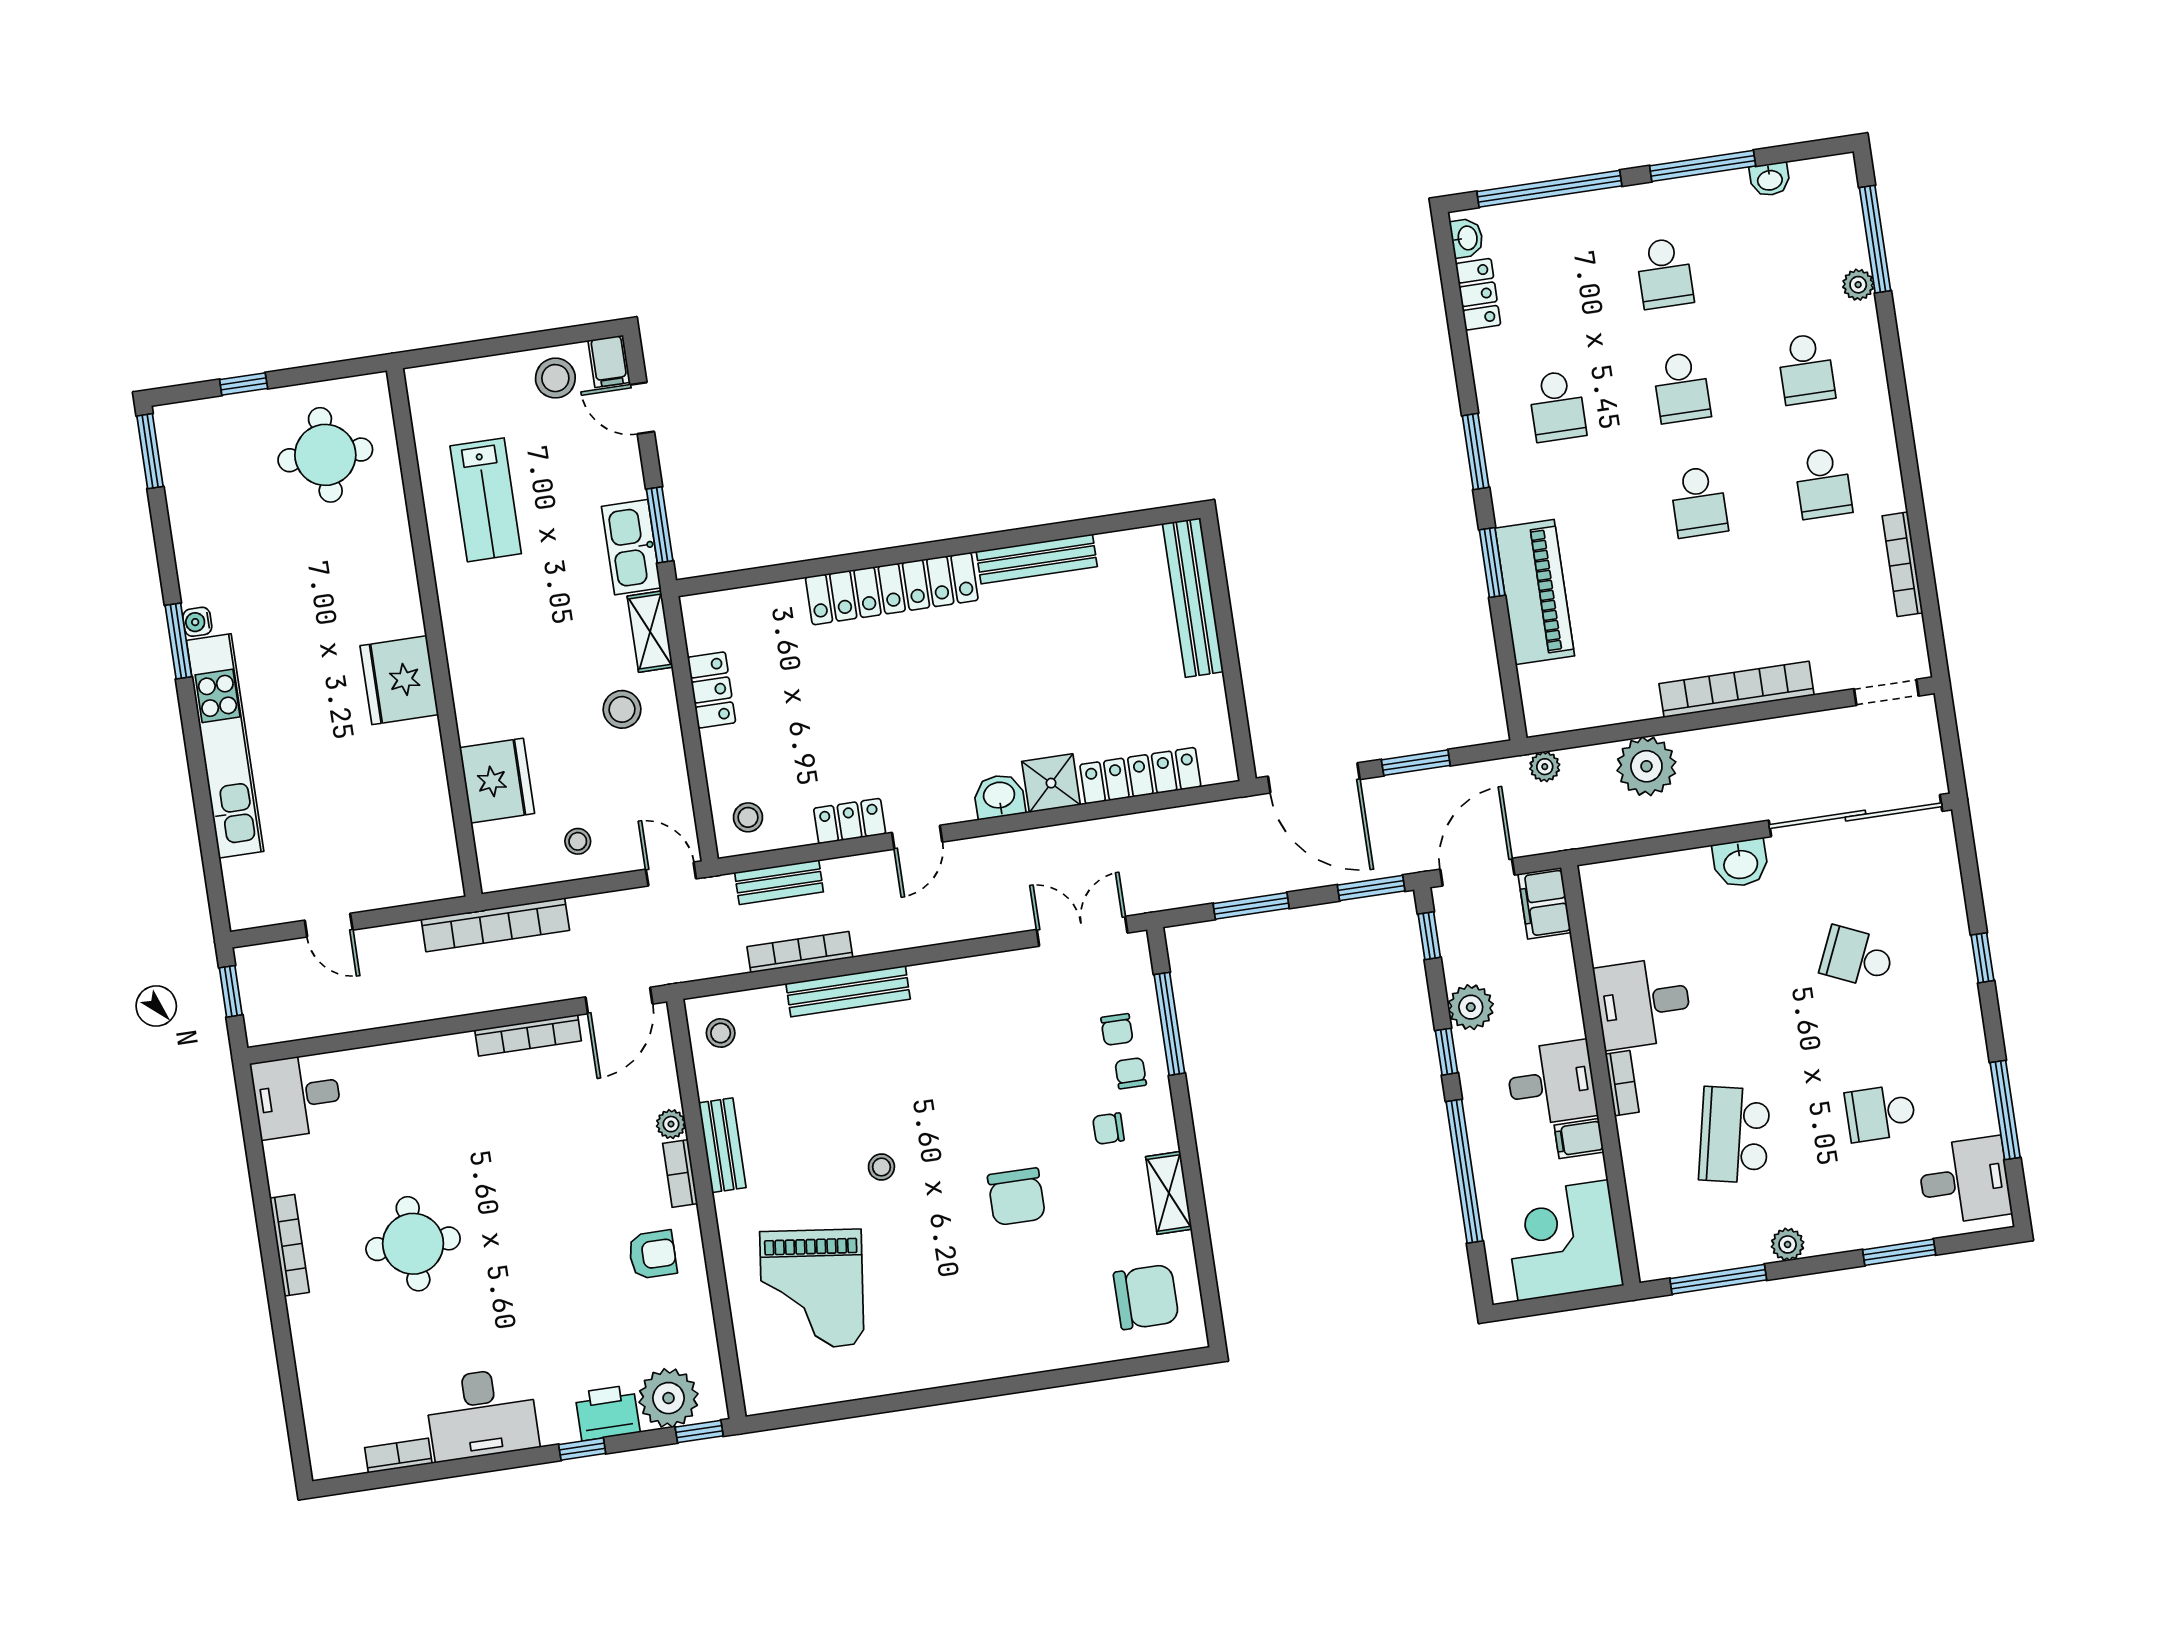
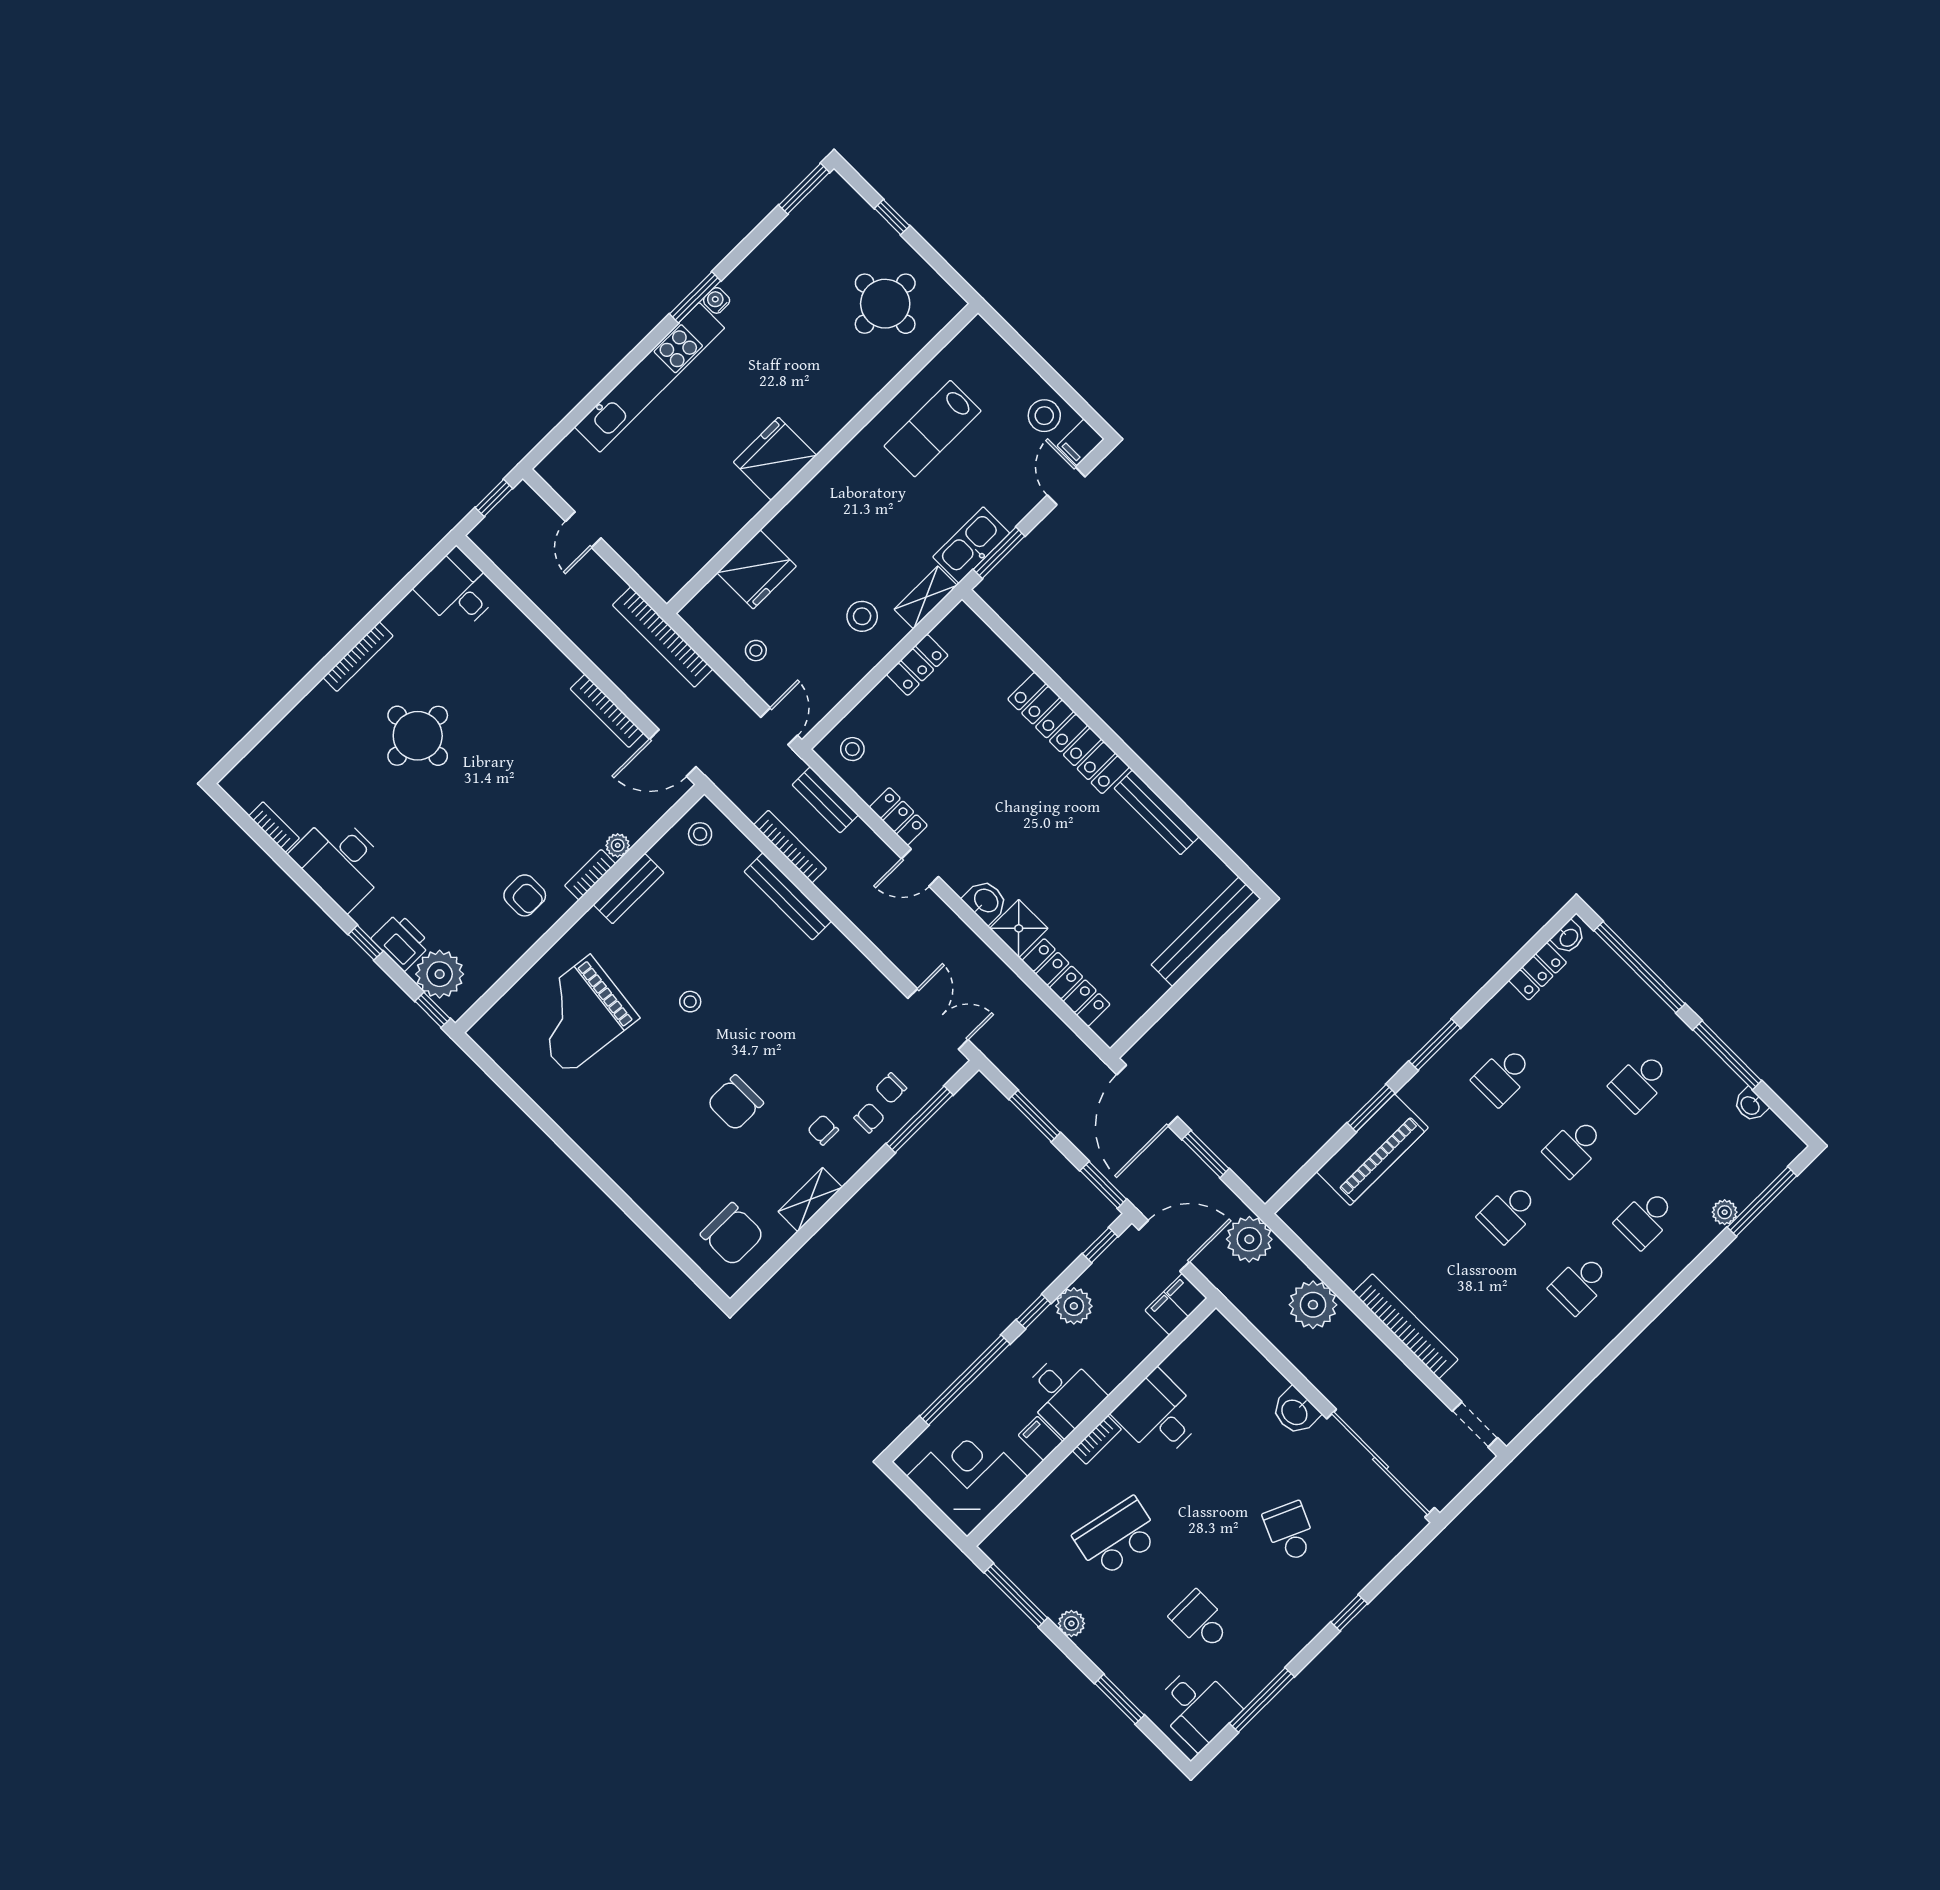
bookcase: (1903, 564) -> (1565, 1374), removed
plant: (1545, 767) -> (1249, 1239), width x1.88, depth x1.88

